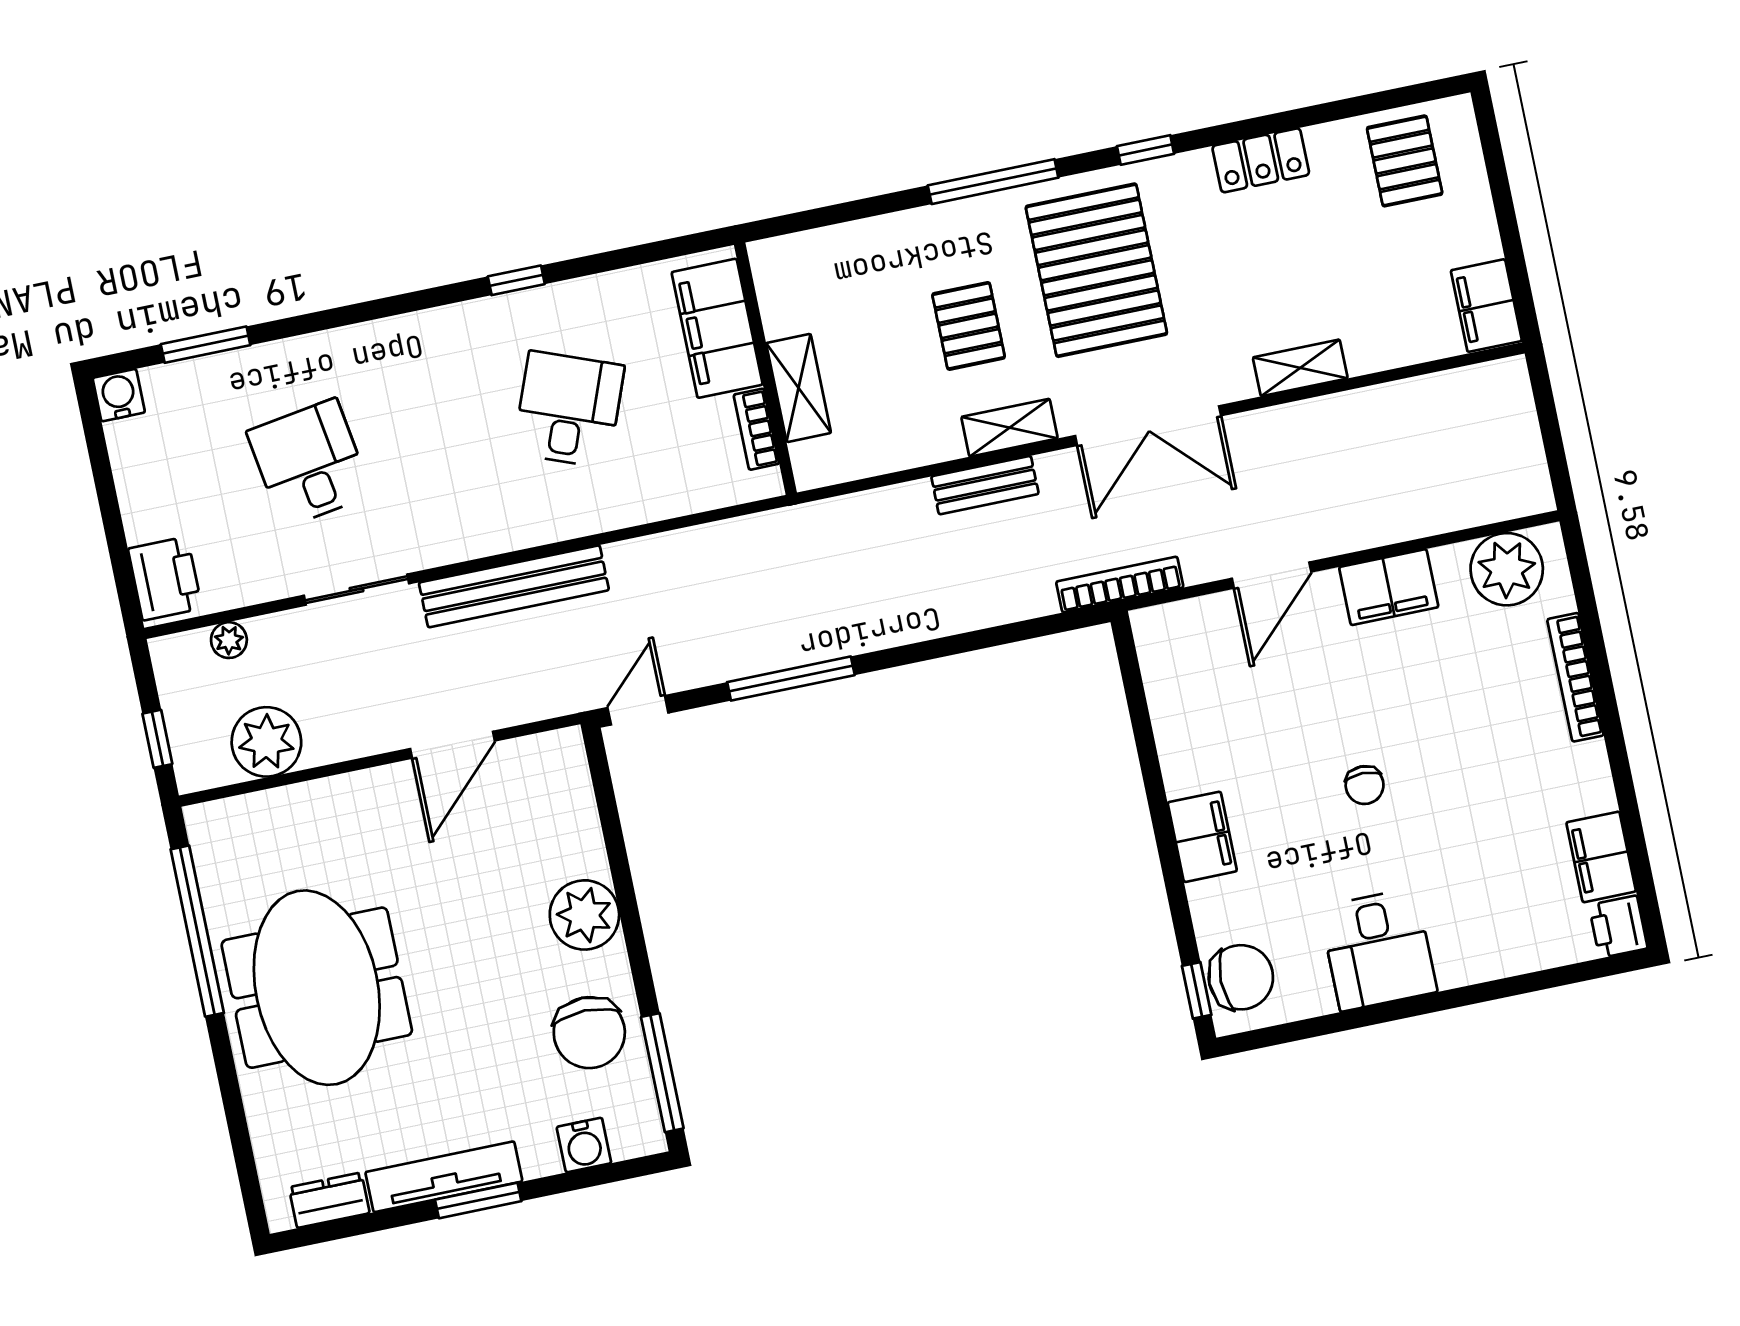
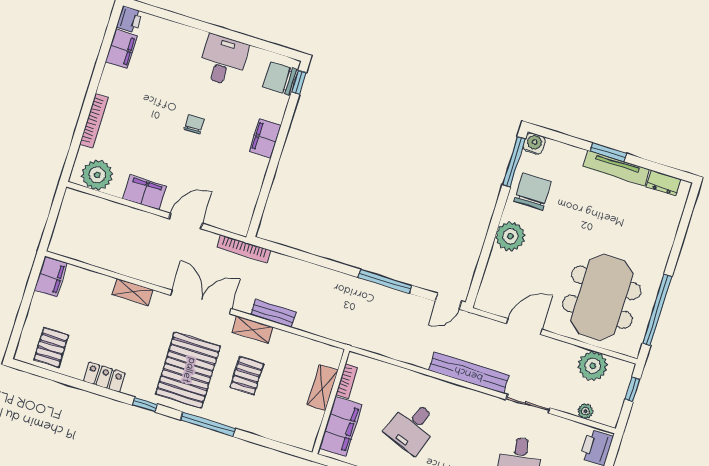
meeting table: (317, 988) -> (602, 297), moved
water cooler: (584, 1145) -> (534, 144), moved

